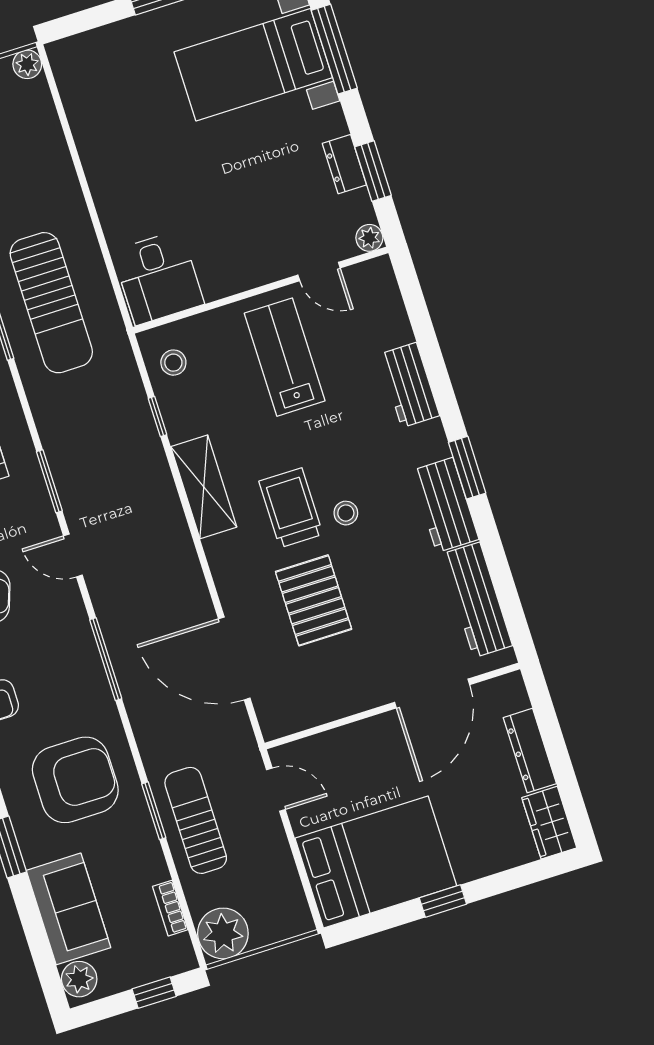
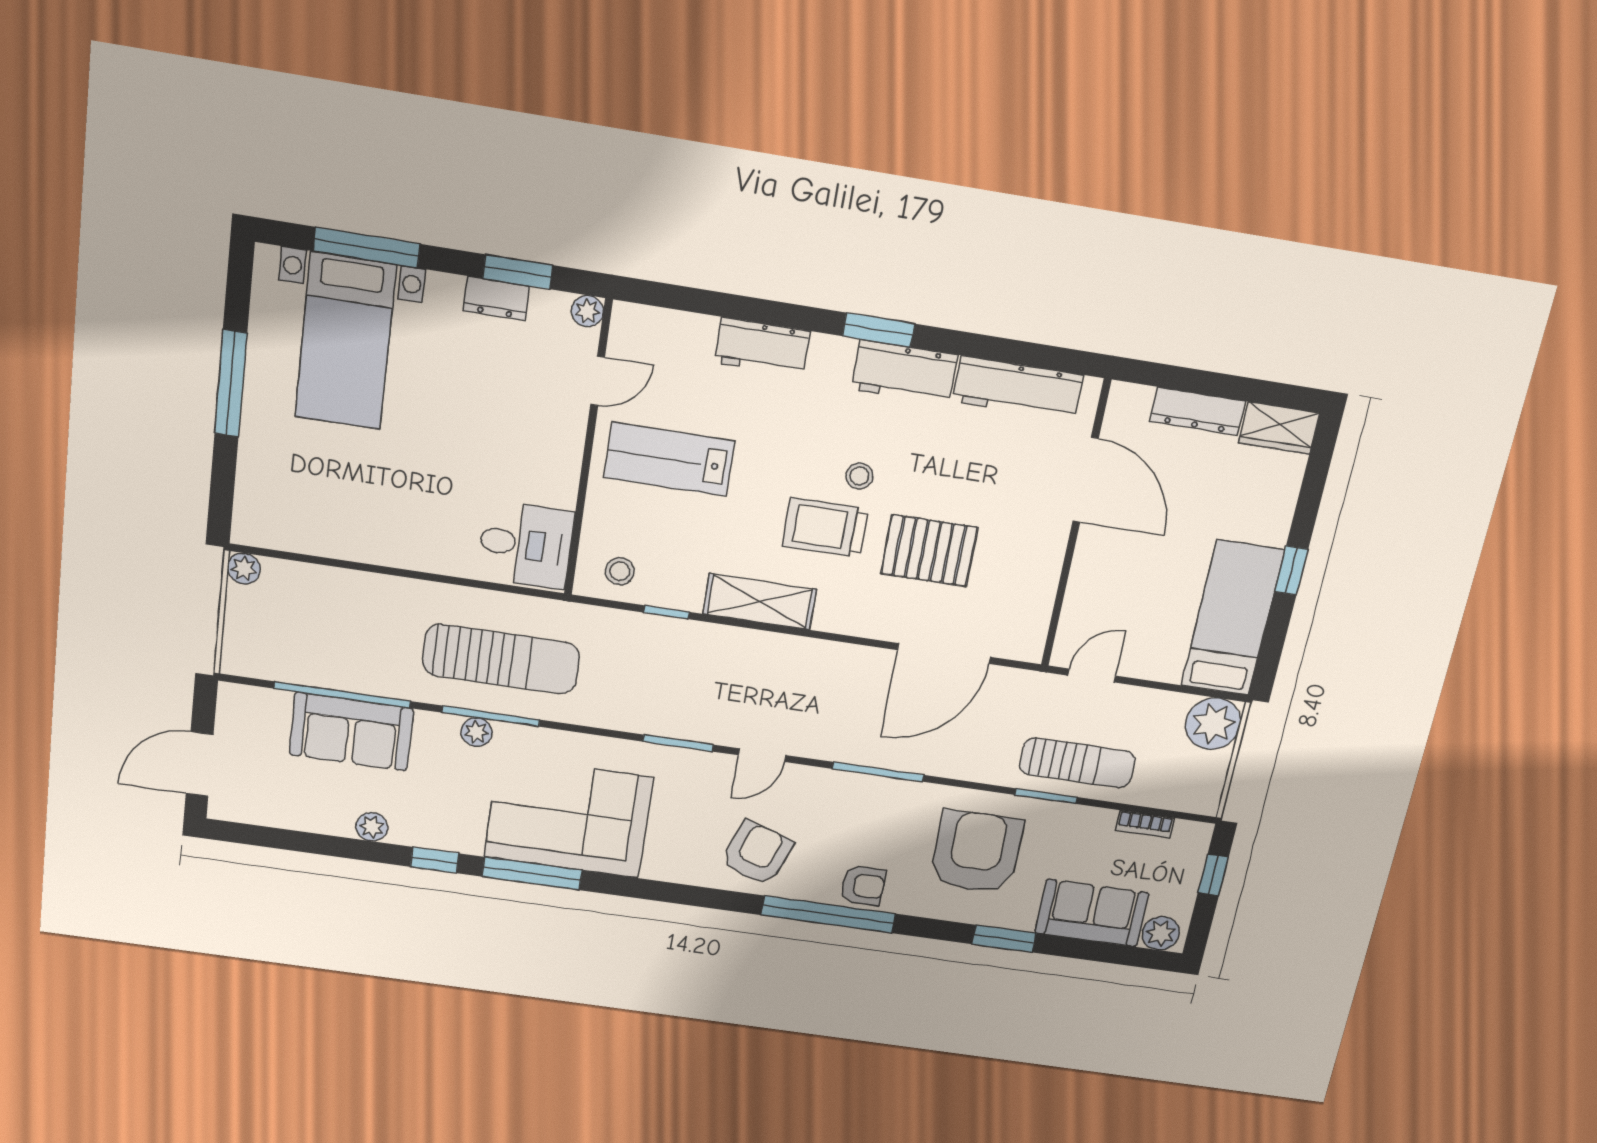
sun lounger: (196, 820) -> (1077, 763), turned 180
bed: (376, 862) -> (1233, 618), width x0.67
plant: (223, 933) -> (1213, 724), moved

